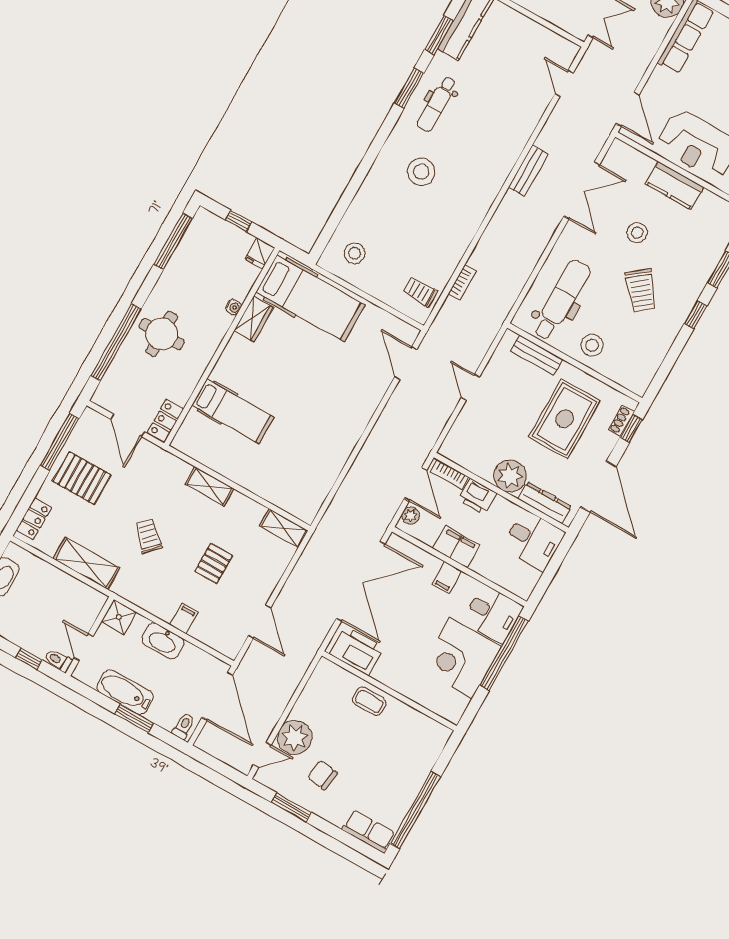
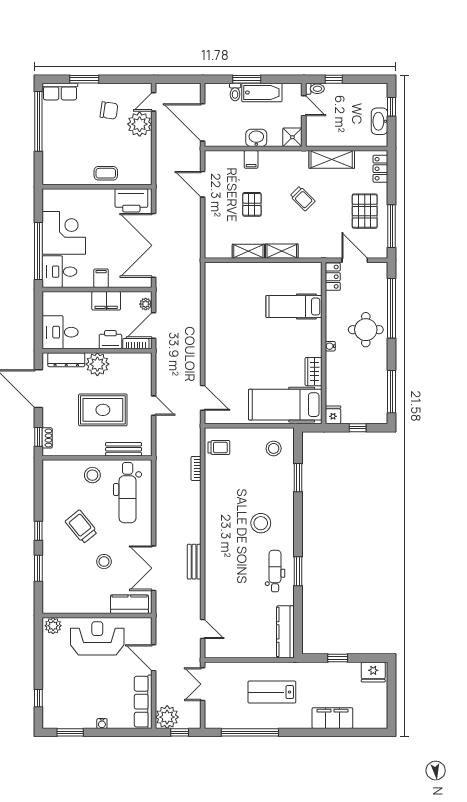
window: (439, 35) -> (298, 478), moved
door: (628, 109) -> (154, 658), moved
kitchen counter: (675, 186) -> (129, 604), moved
water cooler: (234, 307) -> (330, 346), moved
rug: (565, 419) -> (103, 410), moved, turned 90
pallet: (82, 478) -> (365, 211), turned 90
door: (416, 484) -> (154, 326), hinge flipped
shelving: (284, 528) -> (248, 251), moved
washbasin: (163, 641) -> (256, 138), width x0.72
toilet: (184, 726) -> (235, 92), moved
window: (291, 807) -> (84, 79), moved

